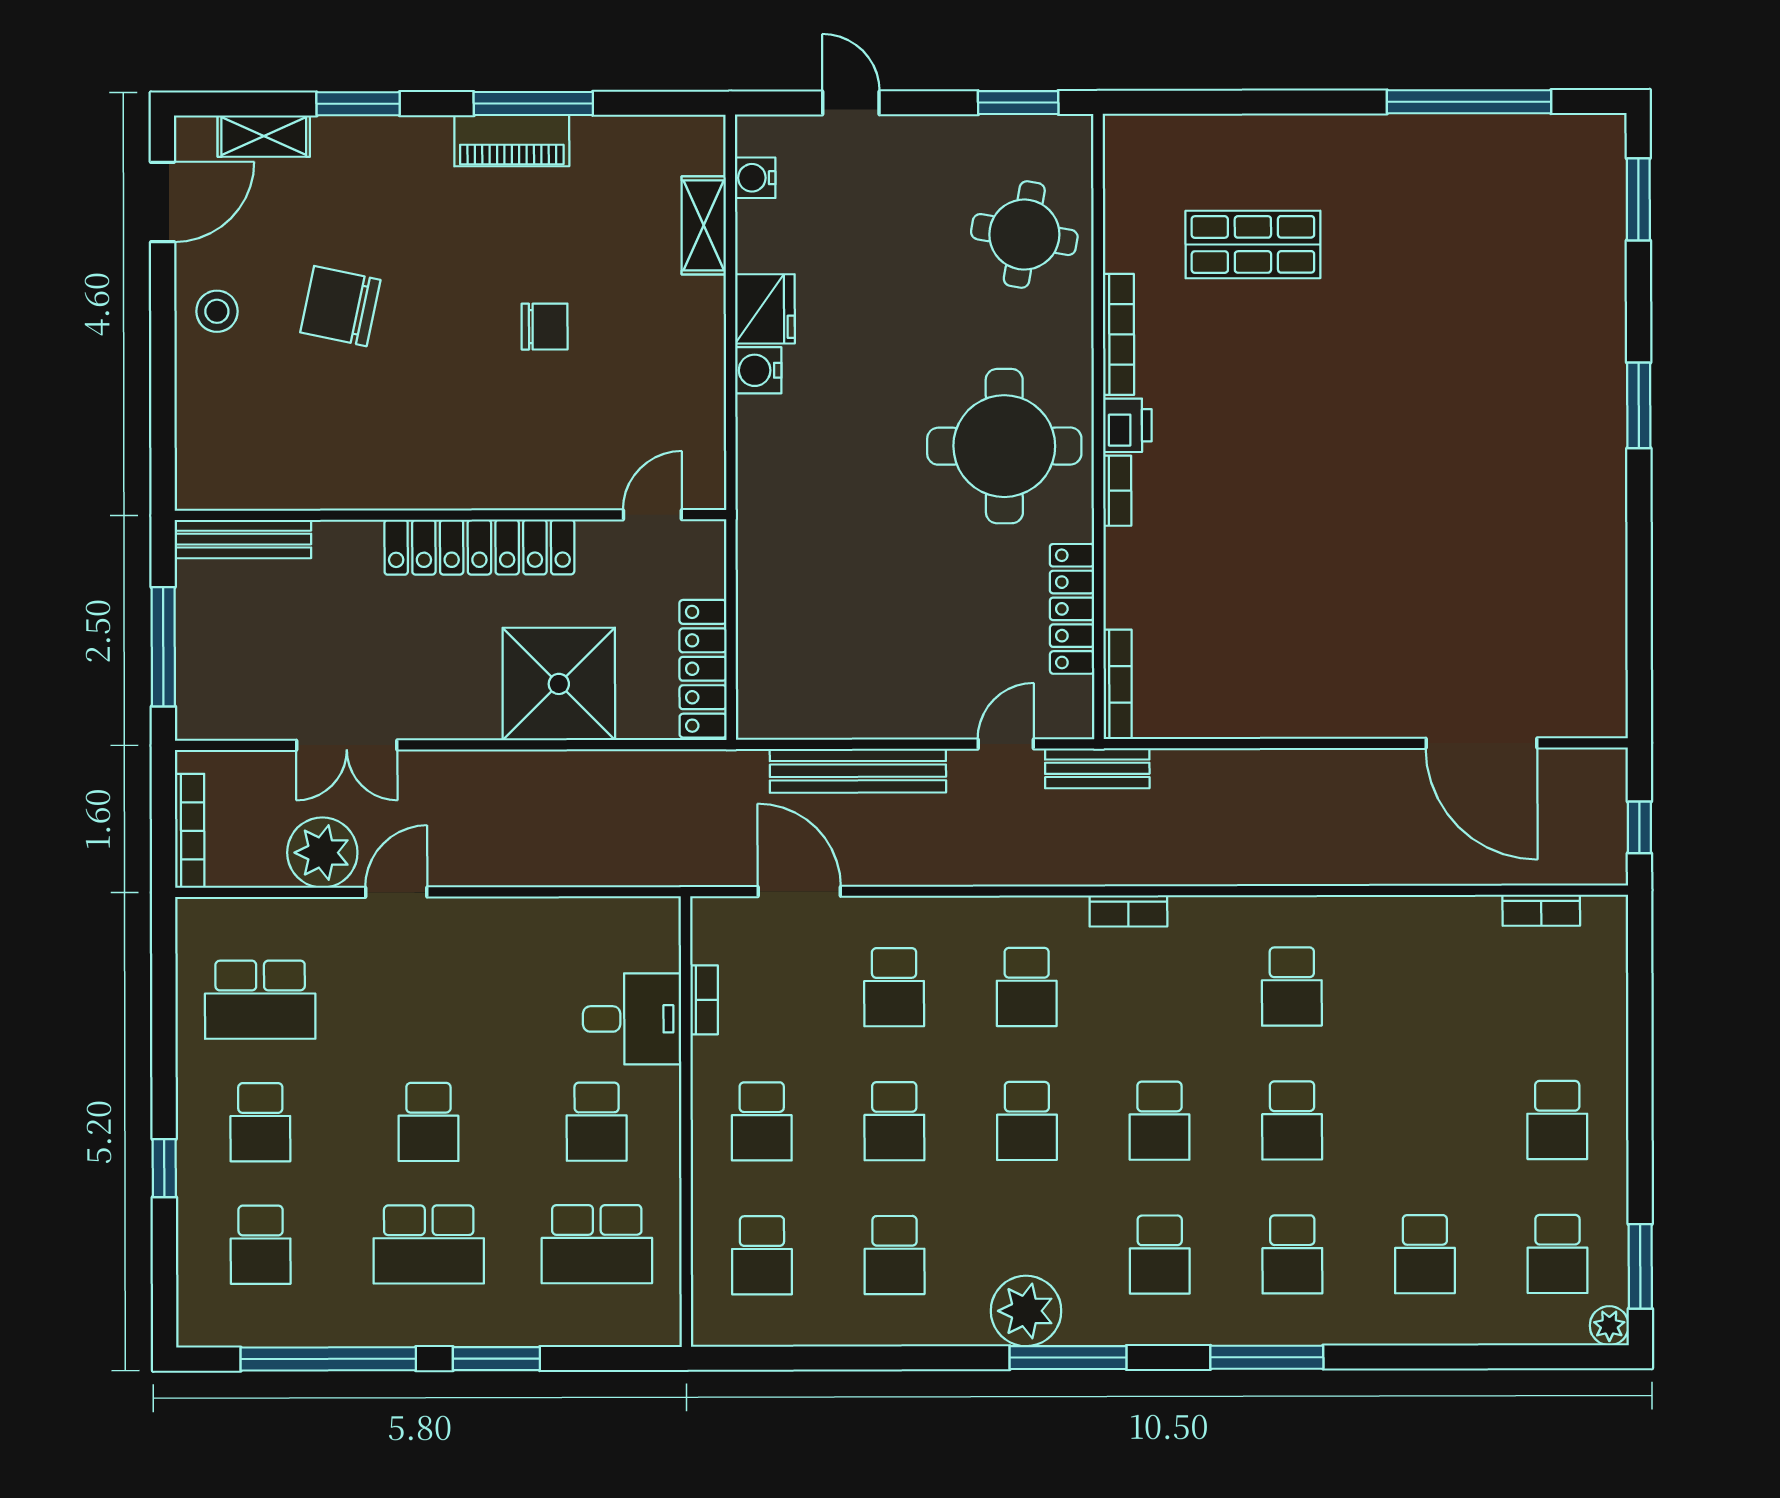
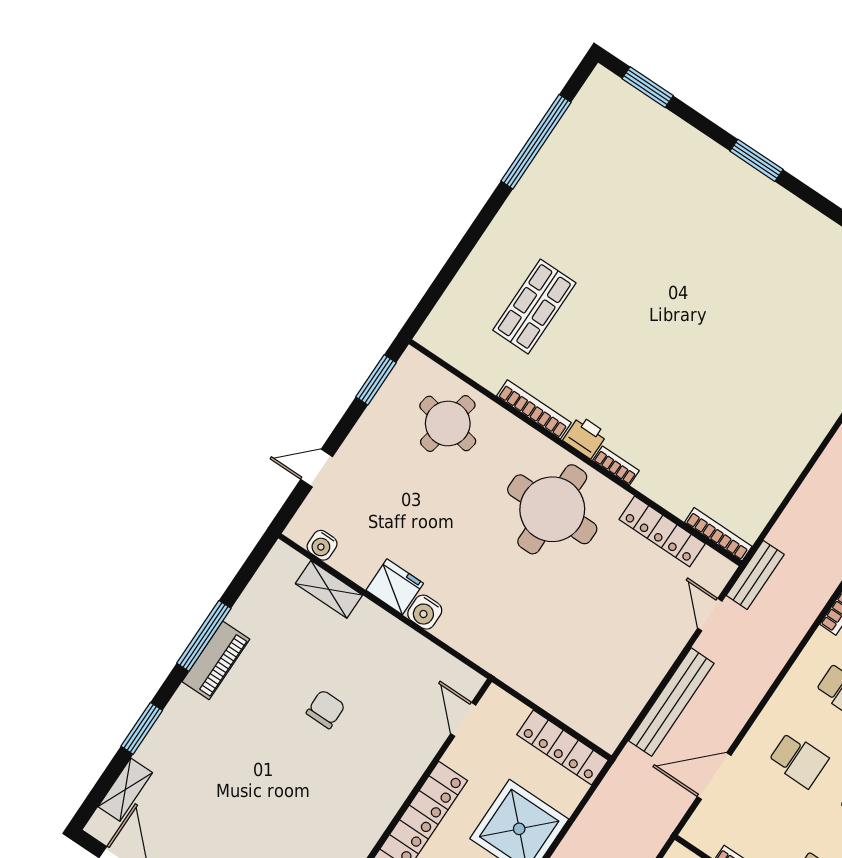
chair: (340, 306) -> (242, 810), removed

